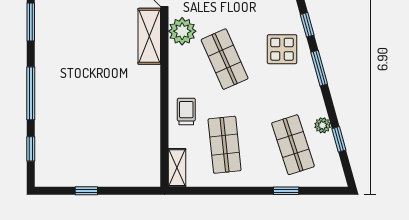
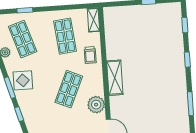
shelving: (149, 36) -> (115, 78), moved
display table: (282, 49) -> (23, 80), moved
shop shelf: (225, 59) -> (69, 89), turned 48
window: (31, 93) -> (187, 60), width x0.46

